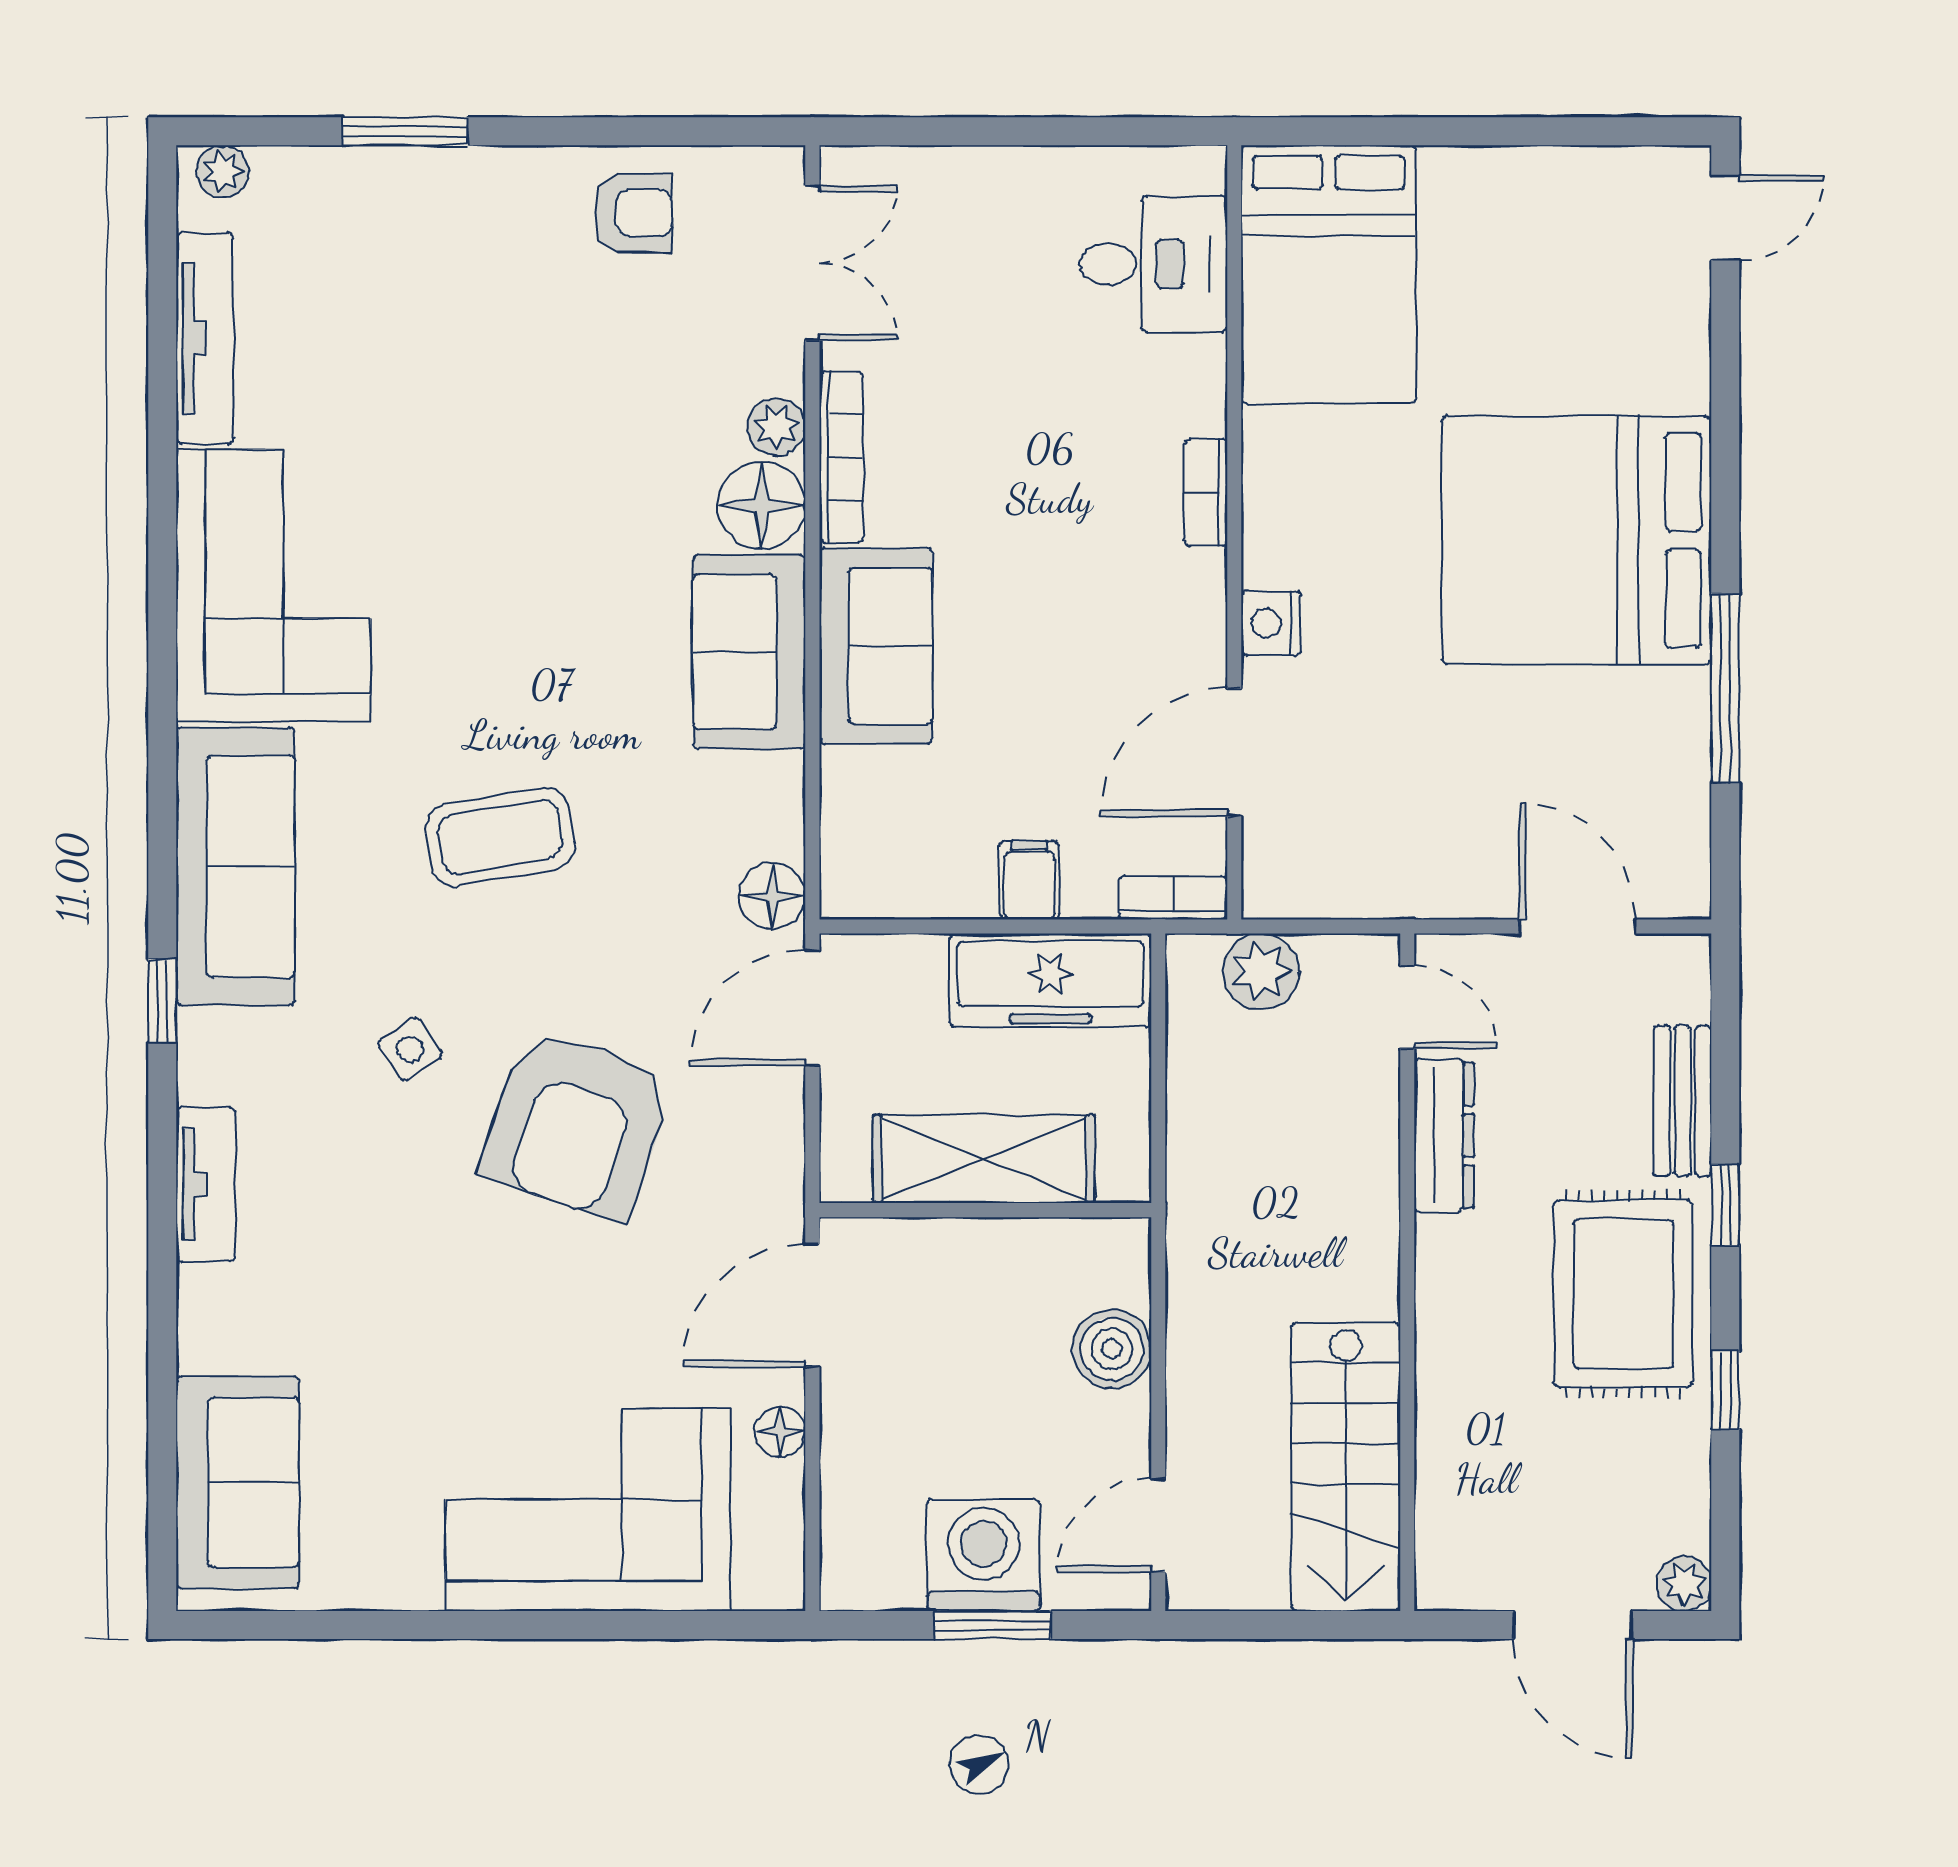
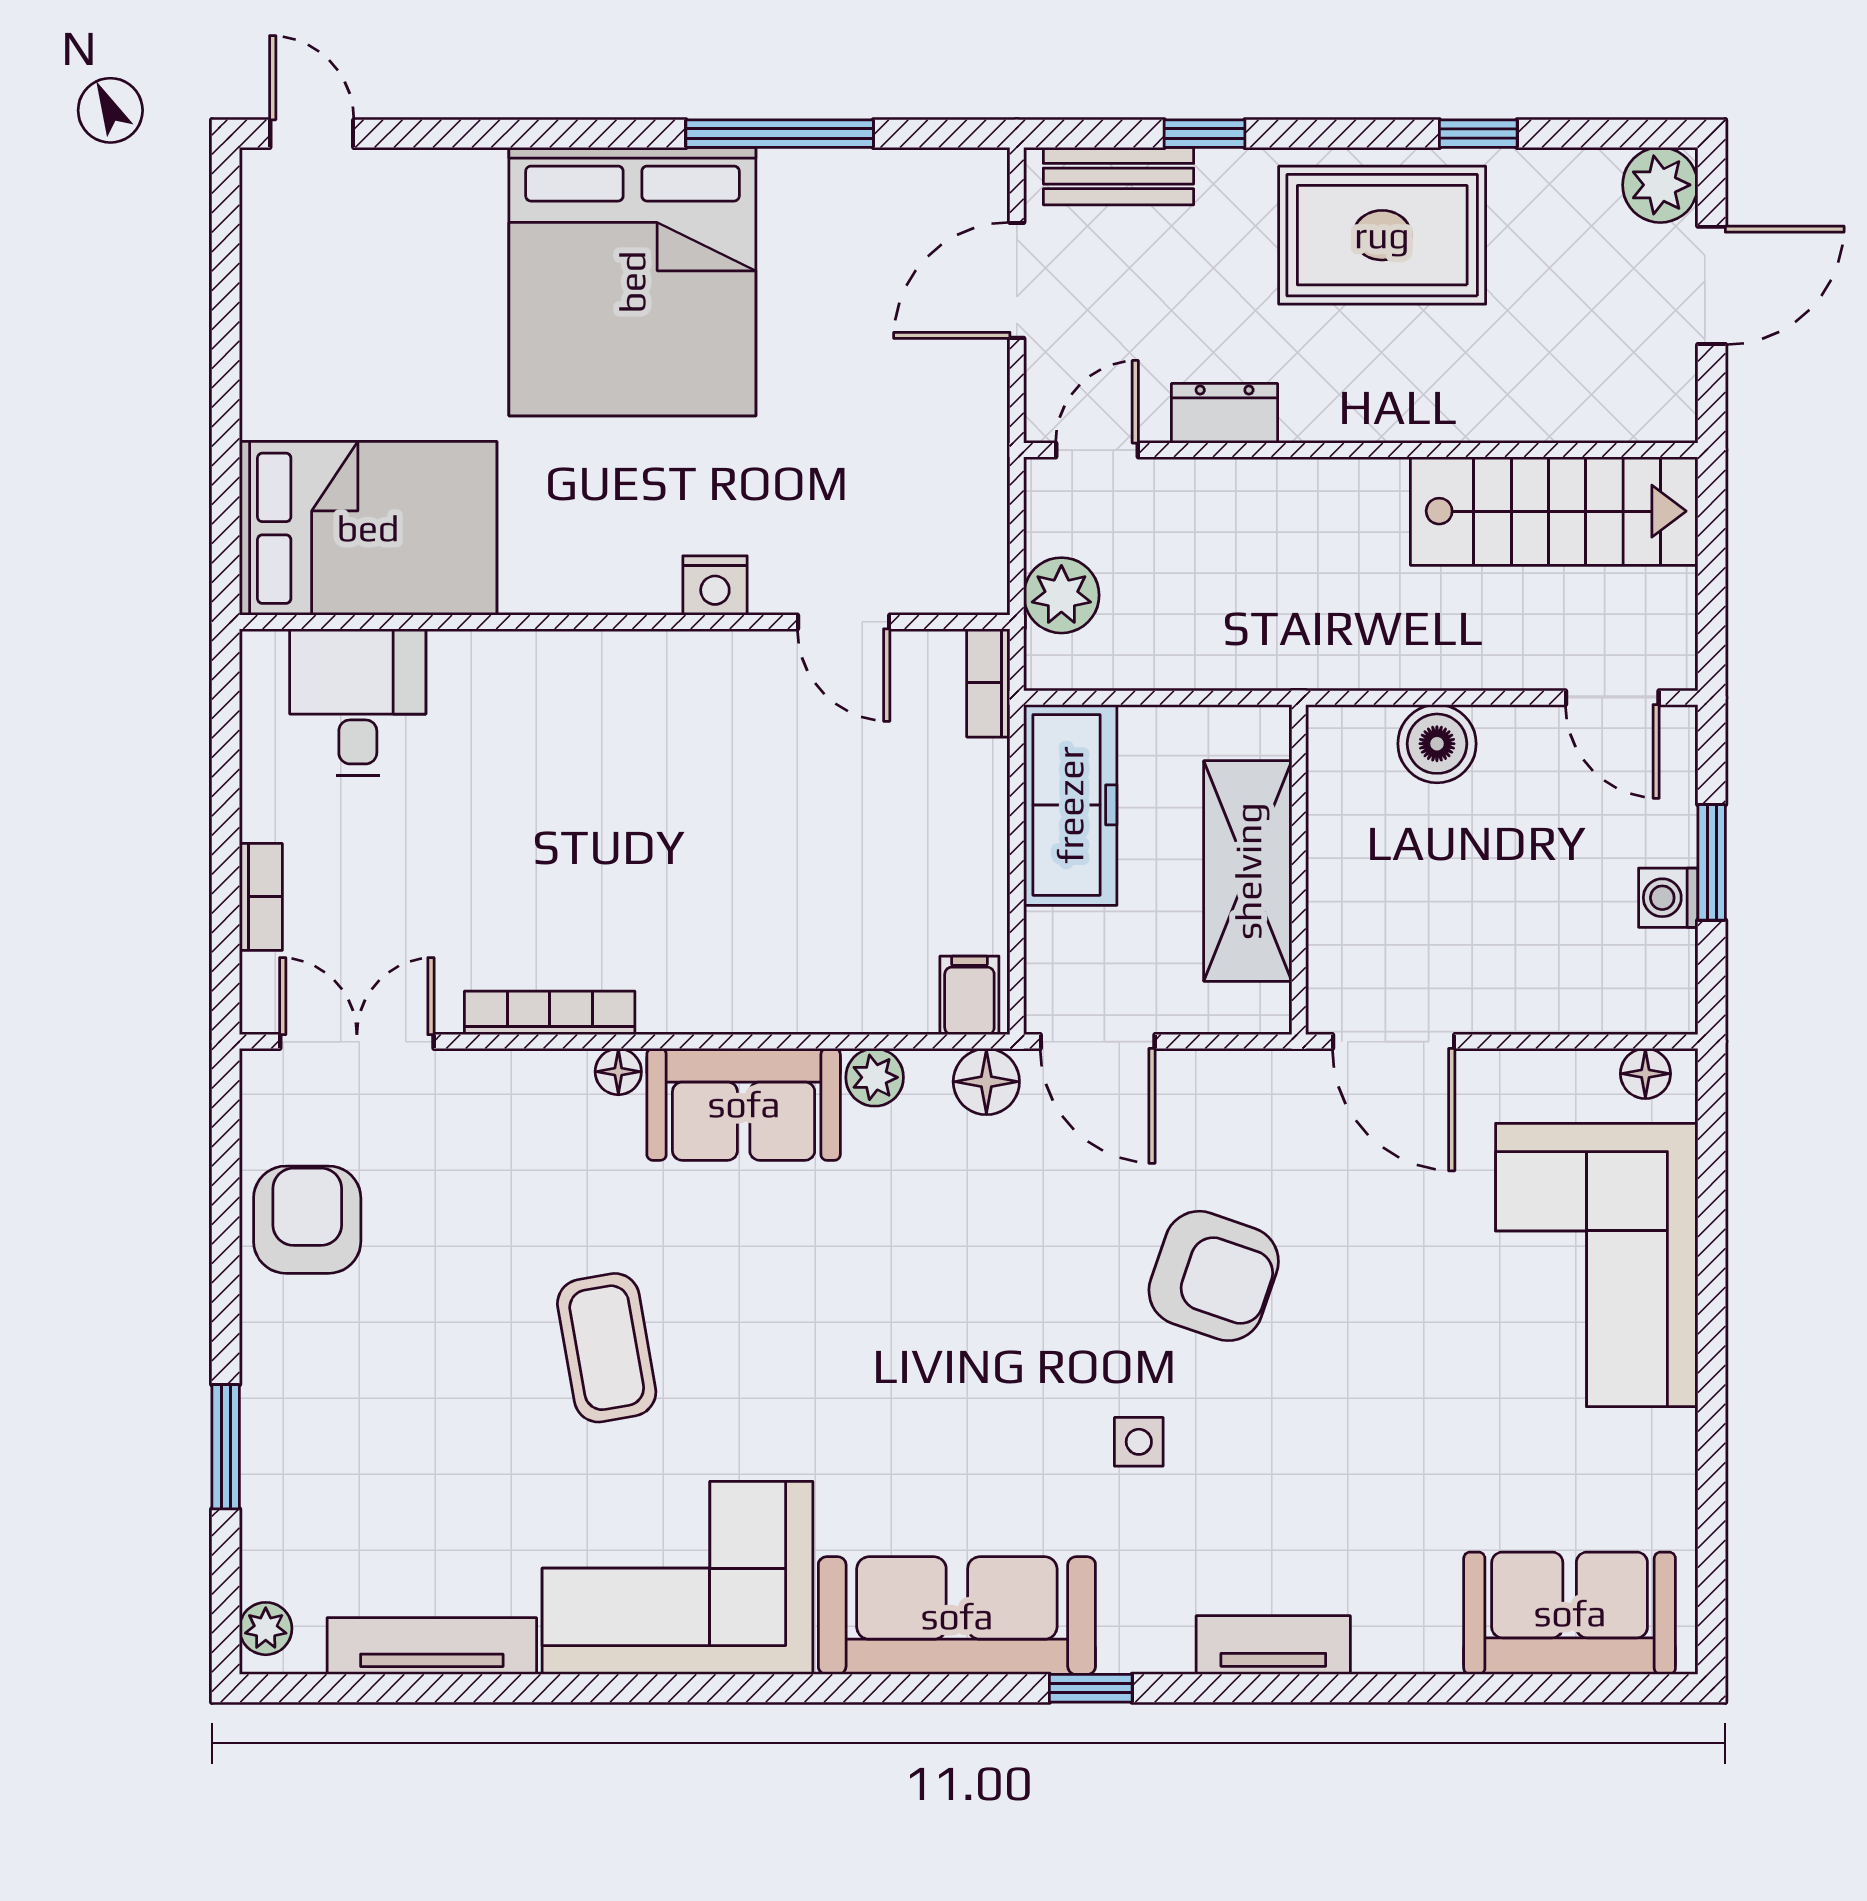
armchair: (633, 213) -> (307, 1220), width x1.38, depth x1.38
plant: (776, 427) -> (875, 1077), moved
bookcase: (1206, 492) -> (261, 897), moved, turned -90
floor lamp: (762, 505) -> (618, 1072), width x0.53, depth x0.53
sofa: (876, 646) -> (738, 978), removed
door: (1234, 752) -> (844, 622), width x0.73
coffee table: (500, 837) -> (607, 1348), moved
filing cabinet: (1029, 880) -> (969, 995), moved, turned 90
side table: (410, 1049) -> (1139, 1442), turned 34
bench: (1683, 1101) -> (1119, 176), moved
armchair: (577, 1124) -> (1214, 1276), width x0.73, depth x0.73
dresser: (1444, 1135) -> (1225, 413), width x0.70
window: (1725, 1205) -> (1204, 134), moved
floor lamp: (780, 1432) -> (1645, 1074), moved
washing machine: (984, 1555) -> (1668, 898), width x0.53, depth x0.53
plant: (1684, 1584) -> (1660, 185), width x1.38, depth x1.38

